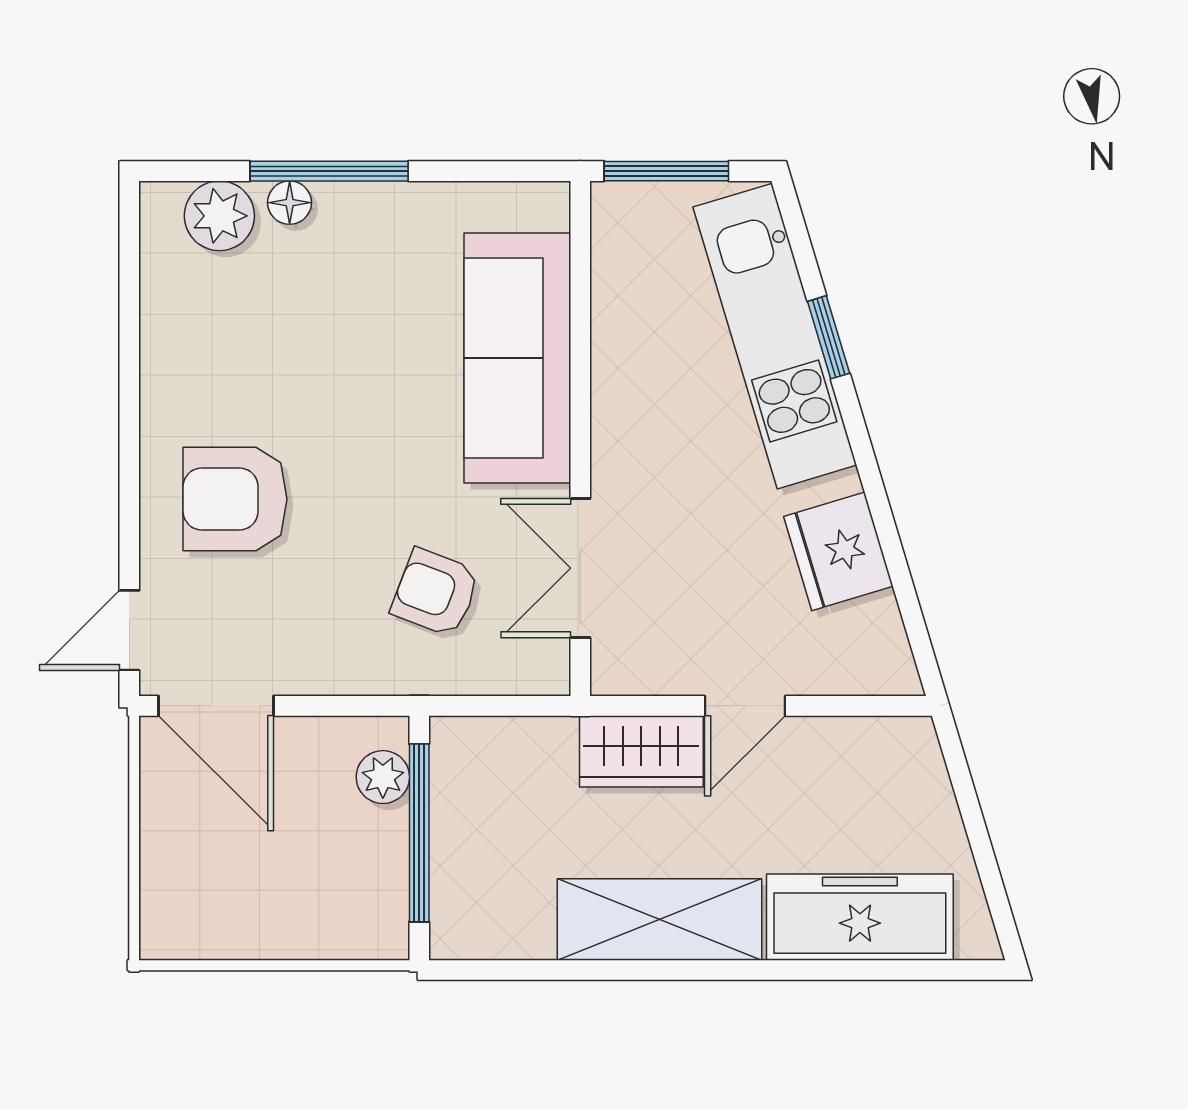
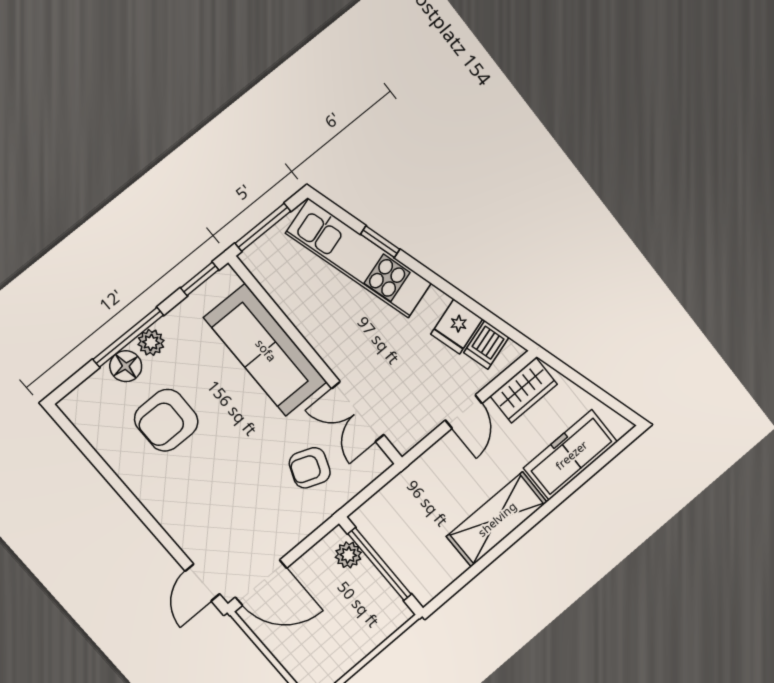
window: (507, 171) -> (200, 279), added
floor lamp: (290, 203) -> (126, 366), width x1.37, depth x1.37
plant: (219, 216) -> (151, 342), moved, width x0.73, depth x0.73
armchair: (235, 499) -> (166, 420), moved
fridge: (838, 551) -> (457, 327), width x0.72
dishwasher: (866, 632) -> (486, 345), added
wardrobe: (641, 751) -> (524, 390), moved

